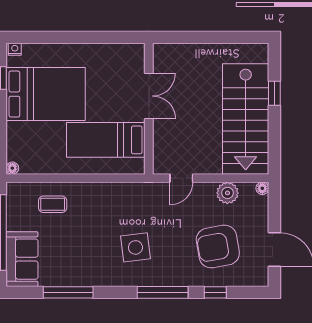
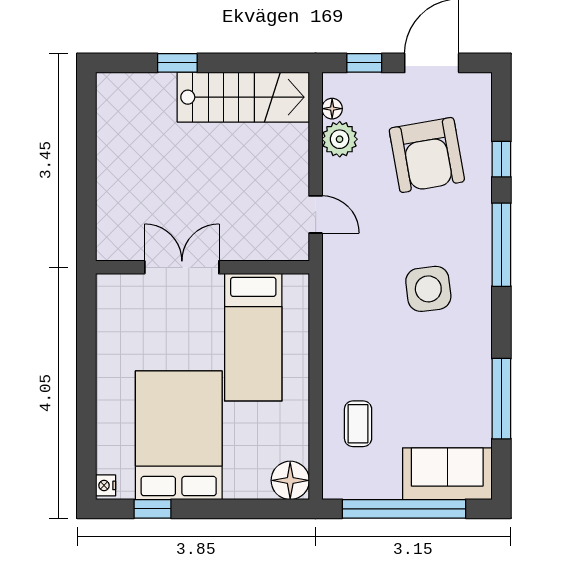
stairs: (246, 119) -> (243, 97), width x0.73, depth x0.66
floor lamp: (12, 168) -> (290, 480), width x1.89, depth x1.89
floor lamp: (262, 188) -> (332, 109), moved
window: (274, 208) -> (364, 63), added

